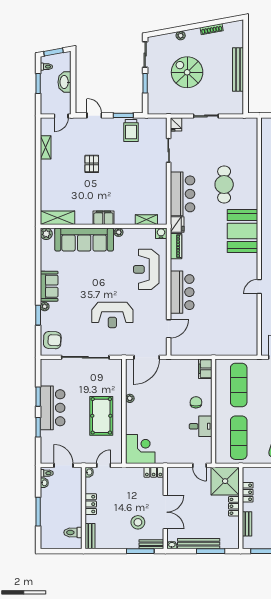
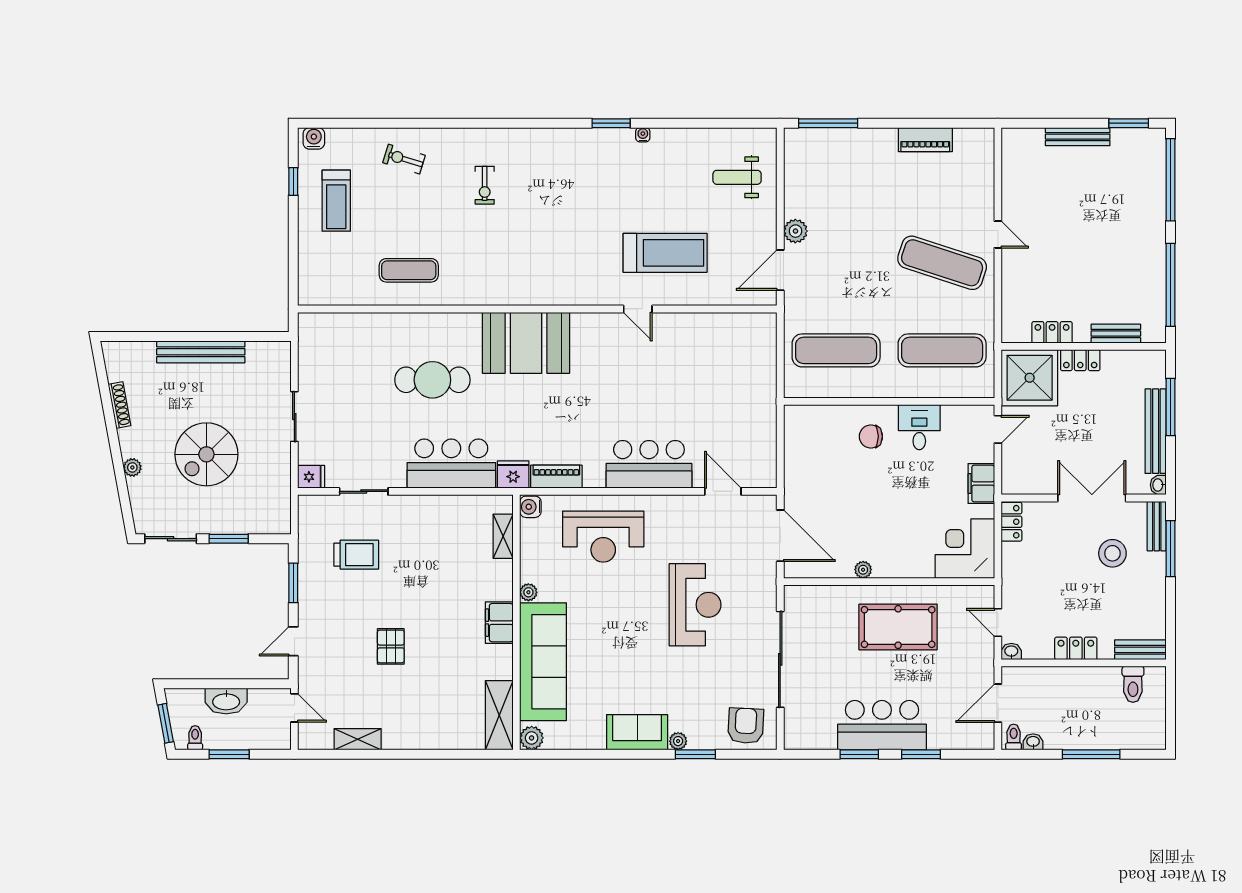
trolley: (131, 131) -> (356, 555), moved
pallet: (92, 164) -> (391, 646), turned 90
filing cabinet: (205, 369) -> (981, 483), moved, turned 90

